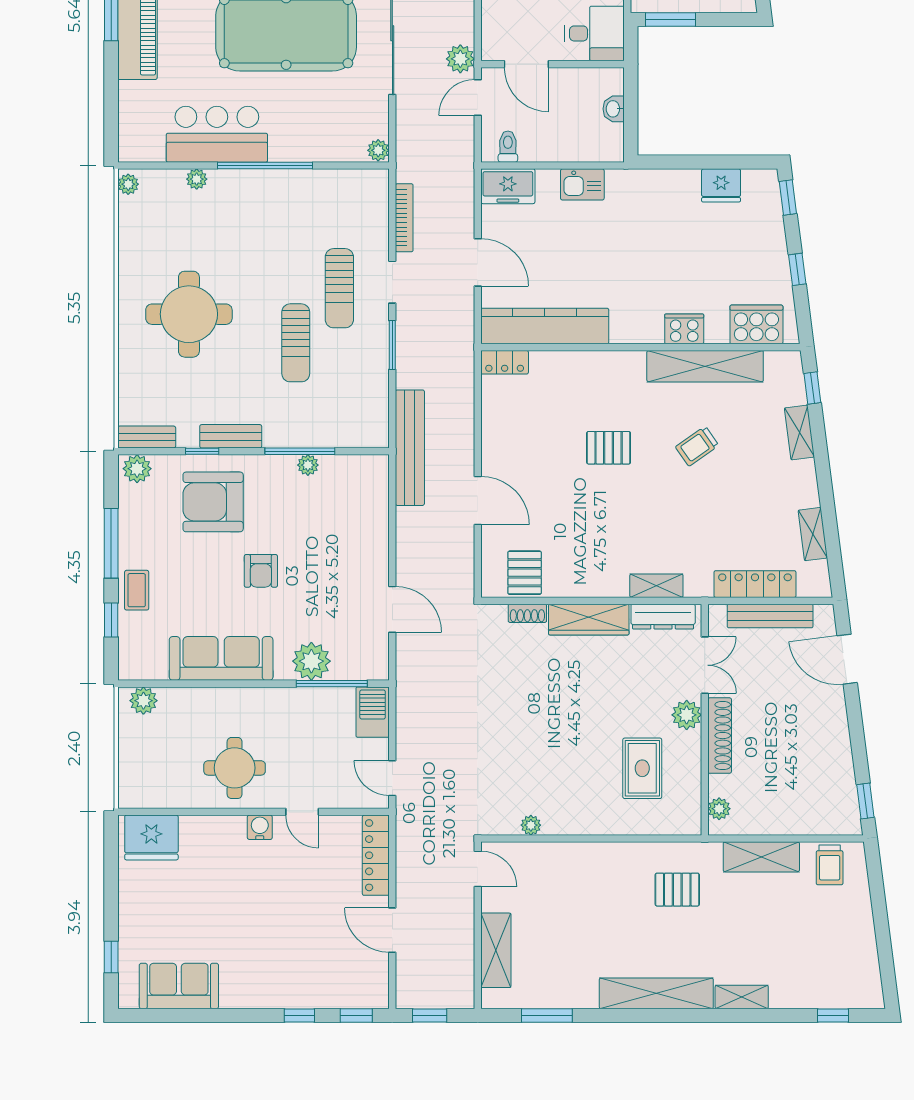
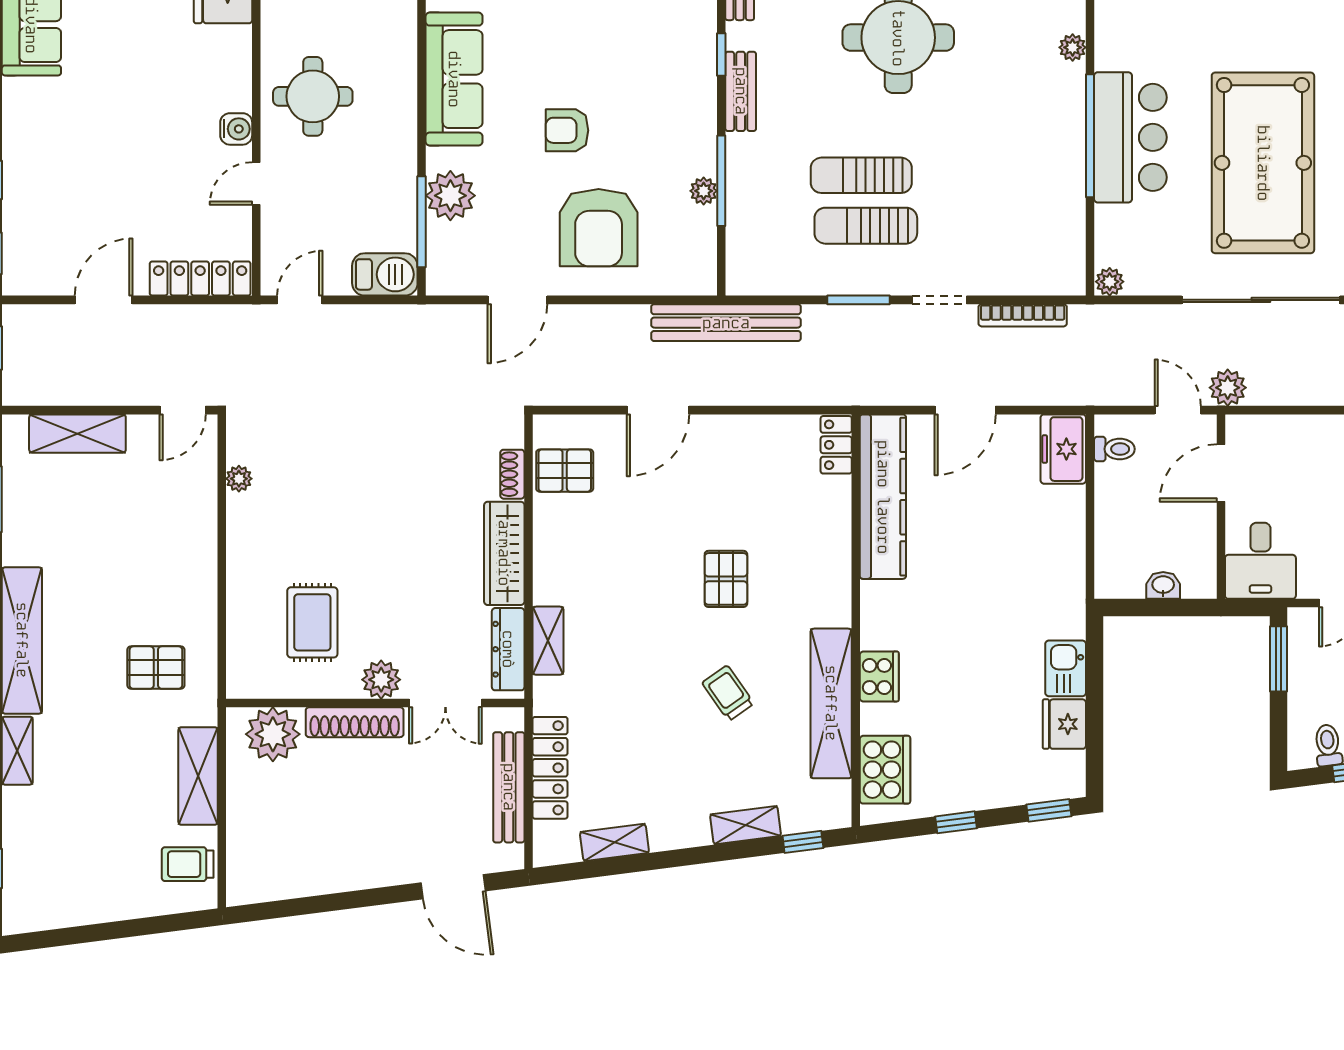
bar counter: (217, 134) -> (1130, 137), moved
kitchen sink: (582, 184) -> (1066, 668), moved
sun lounger: (339, 288) -> (866, 226), moved
armchair: (213, 502) -> (599, 228), moved, turned 180
door: (847, 659) -> (453, 887), swing flipped
rug: (642, 768) -> (312, 622), turned 90
window: (865, 801) -> (270, 910), removed
plant: (719, 809) -> (273, 734), width x1.88, depth x1.88
pallet: (677, 890) -> (156, 668), turned 90

